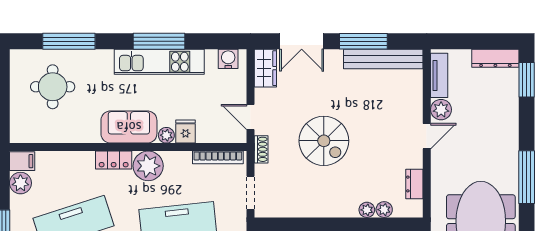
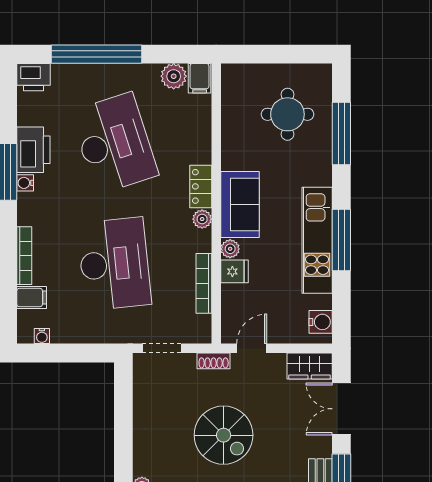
spiral stairs: (324, 141) -> (224, 435), turned -90
bookcase: (218, 157) -> (204, 283), moved
plant: (148, 166) -> (202, 219), width x0.53, depth x0.53

